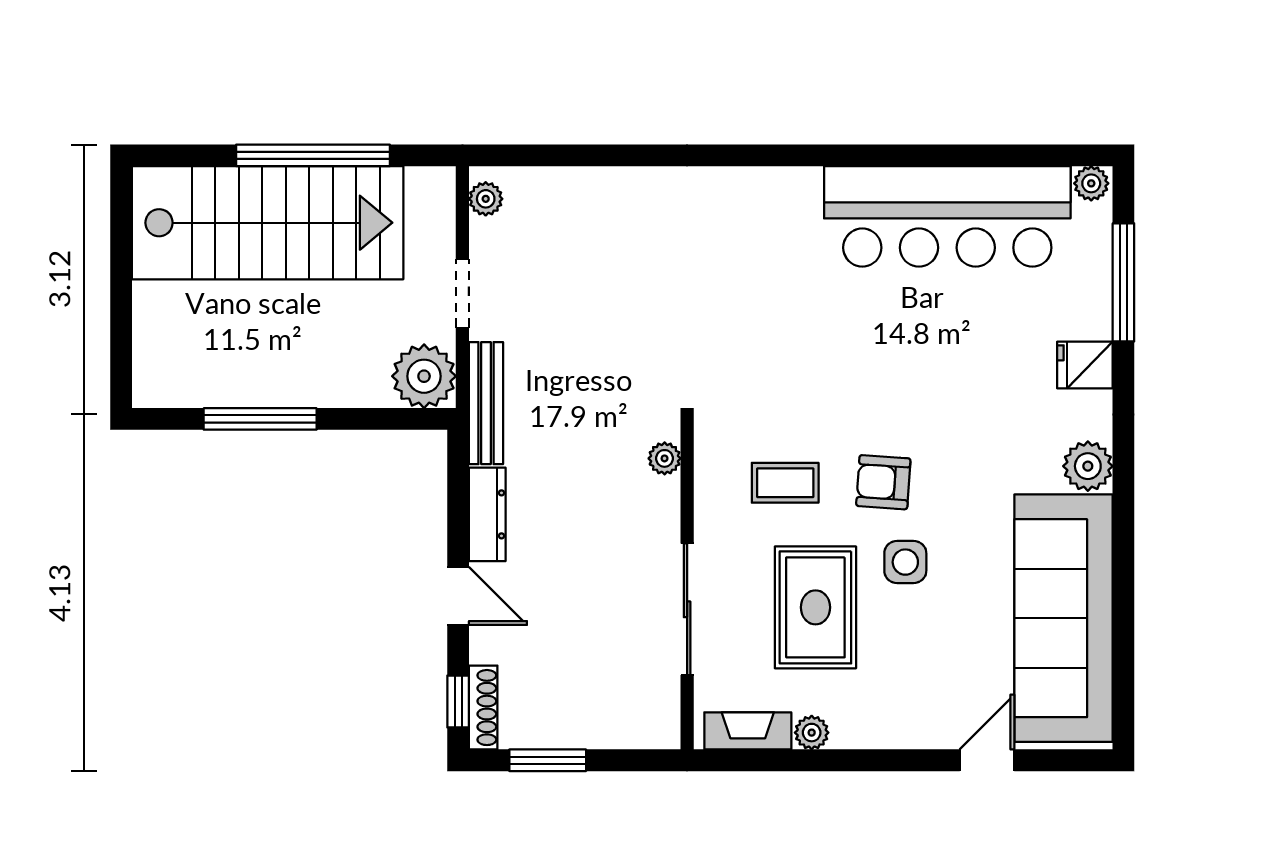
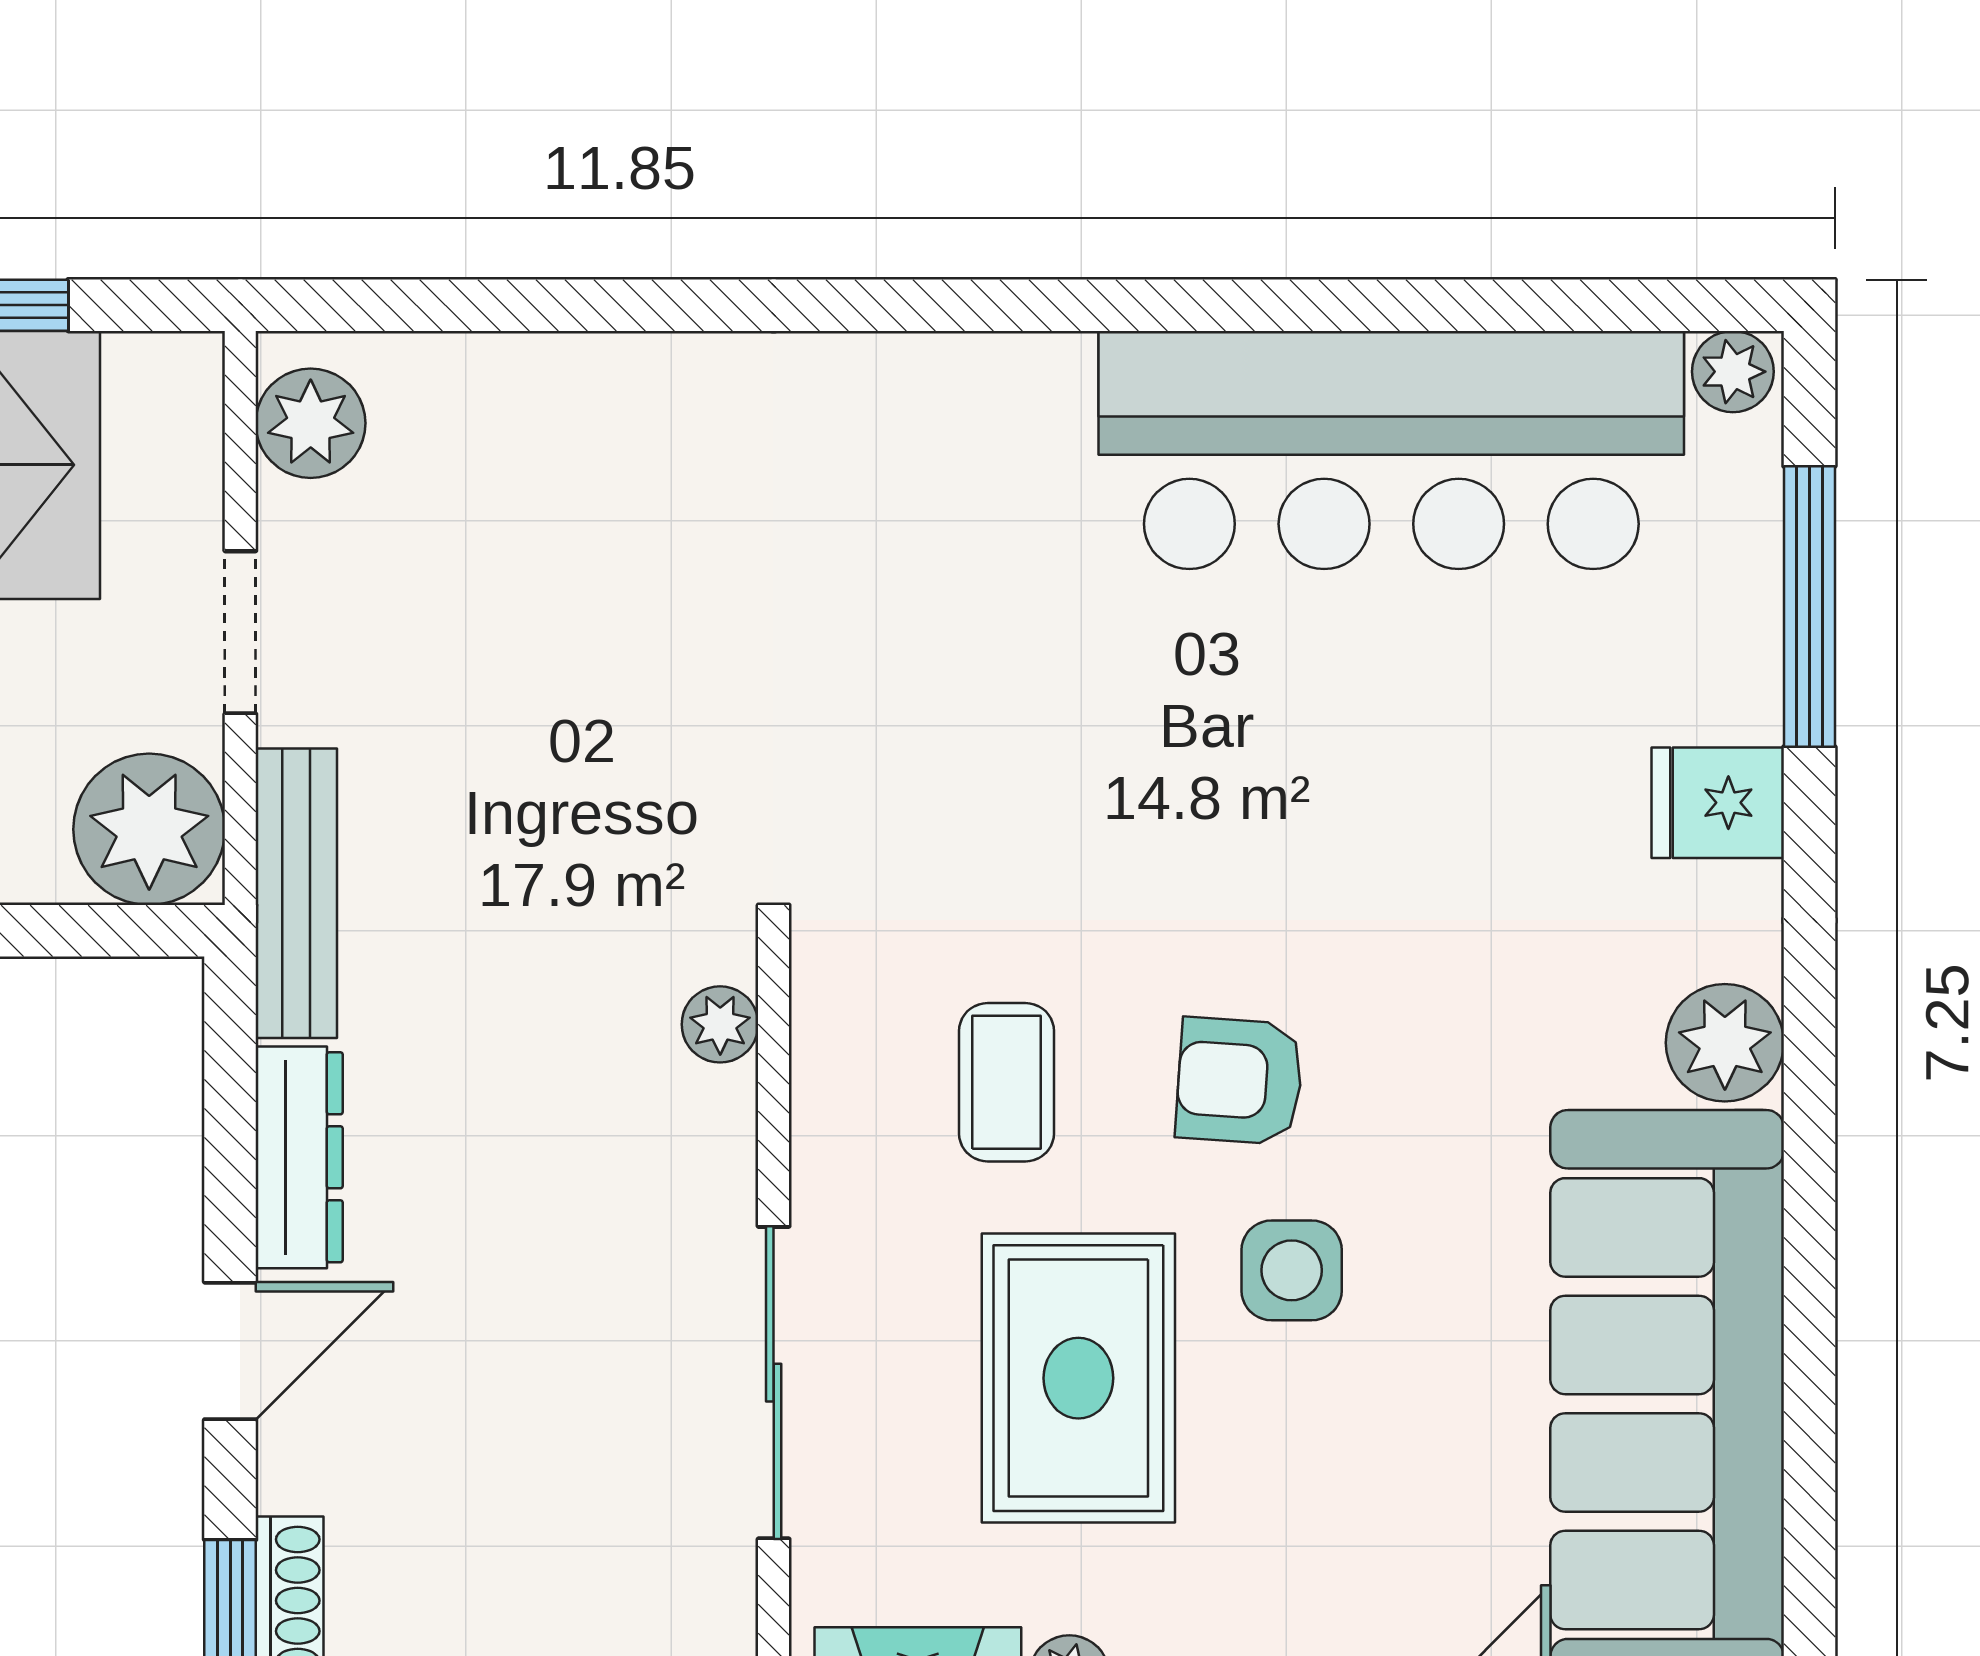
plant: (486, 199) -> (311, 423), width x1.38, depth x1.38
coffee table: (785, 483) -> (1007, 1082), turned 90
door: (458, 596) -> (230, 1351), hinge flipped

